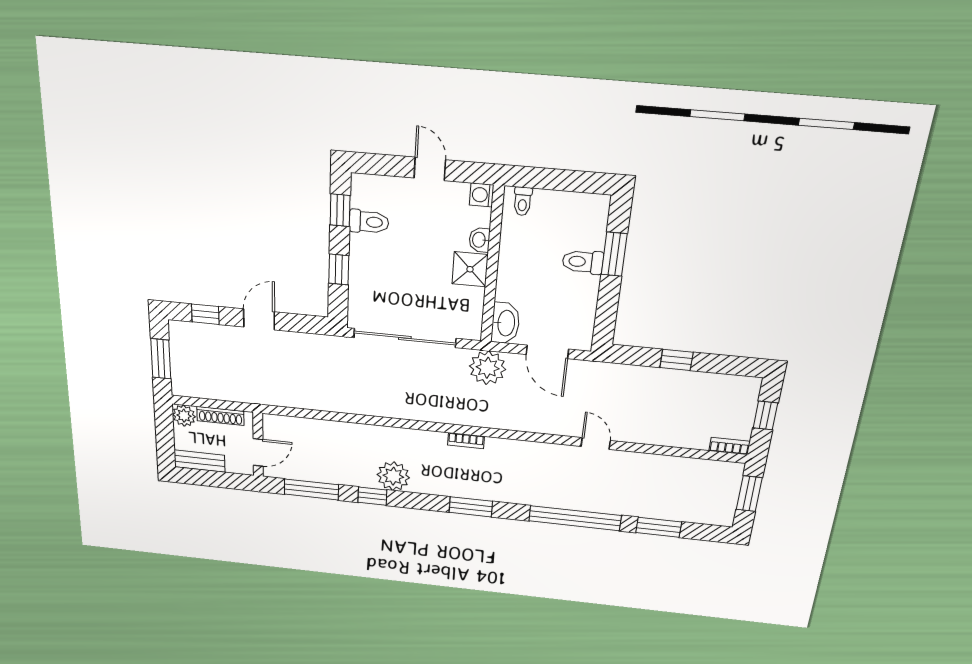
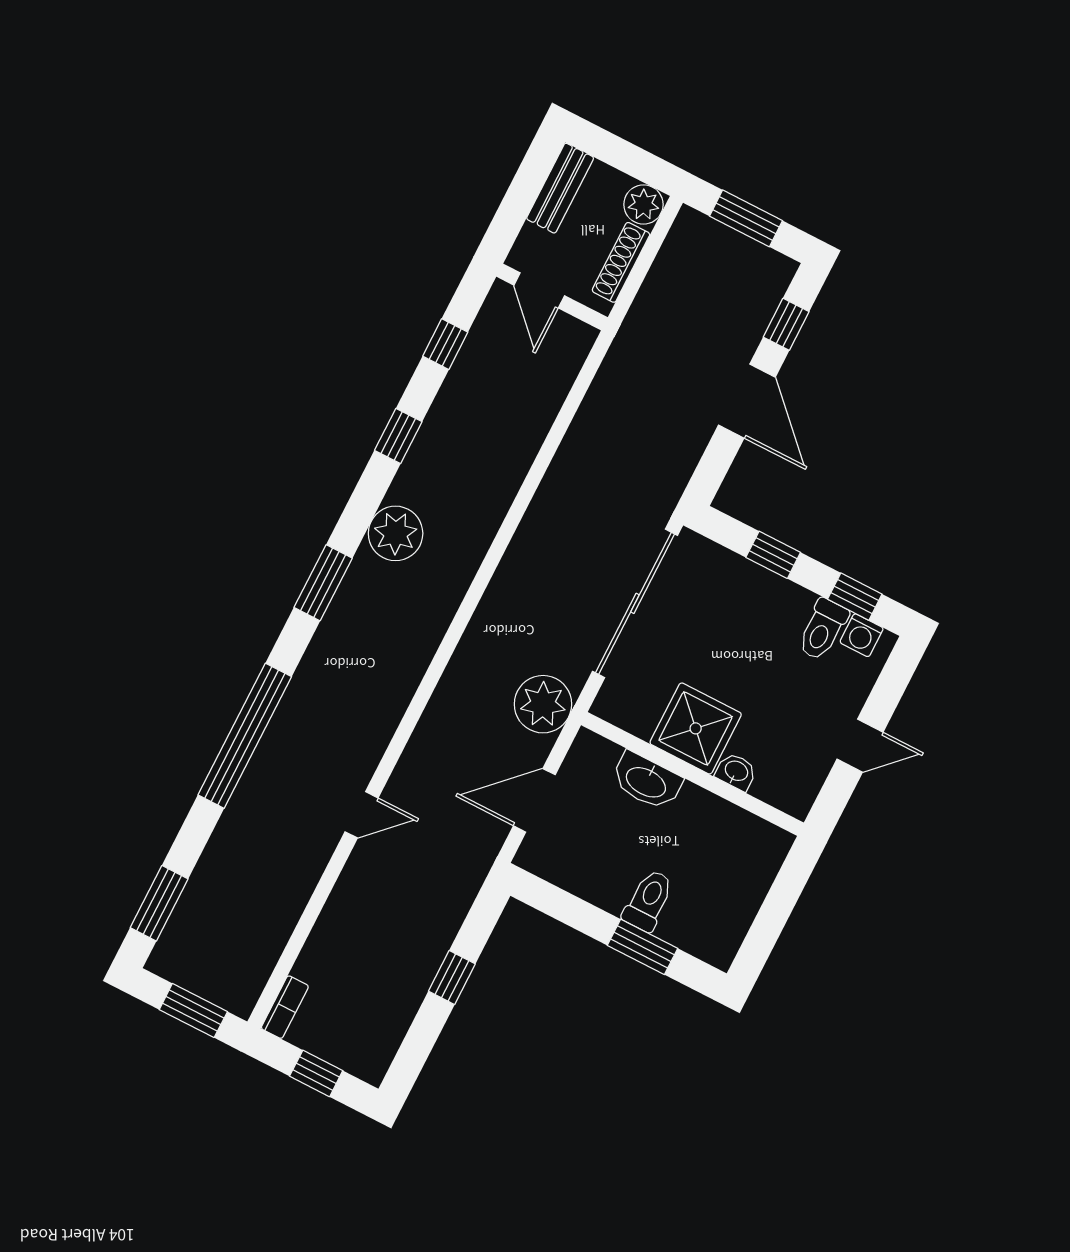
washing machine: (482, 195) -> (862, 635), moved, turned 180
toilet: (523, 201) -> (766, 852), removed
shower: (470, 269) -> (696, 728), width x1.36, depth x1.36
door: (259, 319) -> (747, 401), width x1.38
washbasin: (505, 323) -> (646, 781), moved
bookcase: (466, 441) -> (438, 623), removed
plant: (393, 476) -> (396, 533), moved
window: (311, 489) -> (445, 344), width x0.46
window: (659, 527) -> (159, 903), moved

